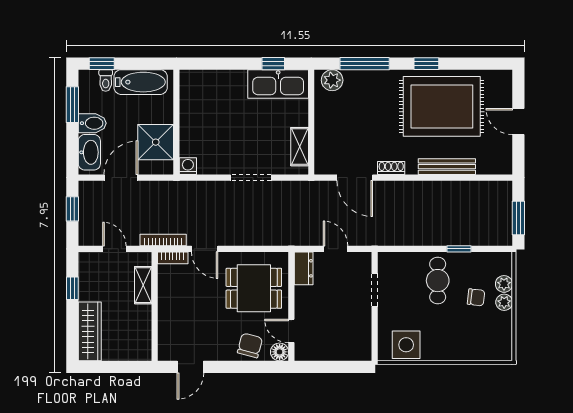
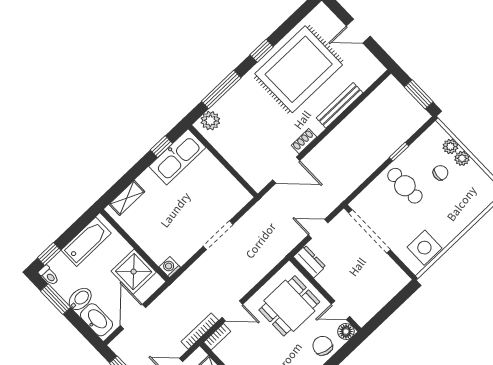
toilet: (106, 80) -> (49, 275), moved
shelving: (300, 147) -> (127, 198), moved, turned 90
doorway: (375, 290) -> (370, 231), width x1.88

